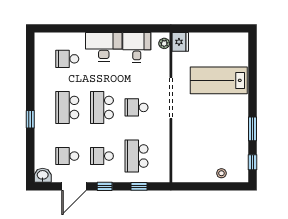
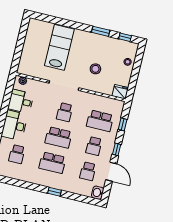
fridge: (180, 42) -> (120, 92), moved
lab bench: (219, 80) -> (59, 47), turned 180
stool: (202, 134) -> (95, 69), added

